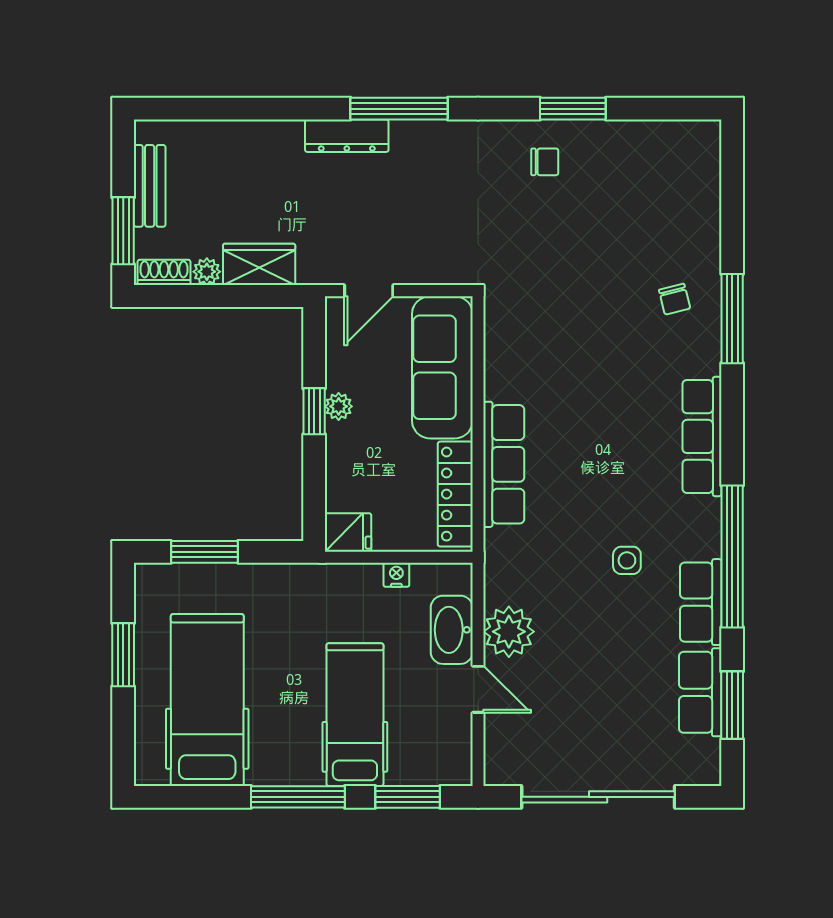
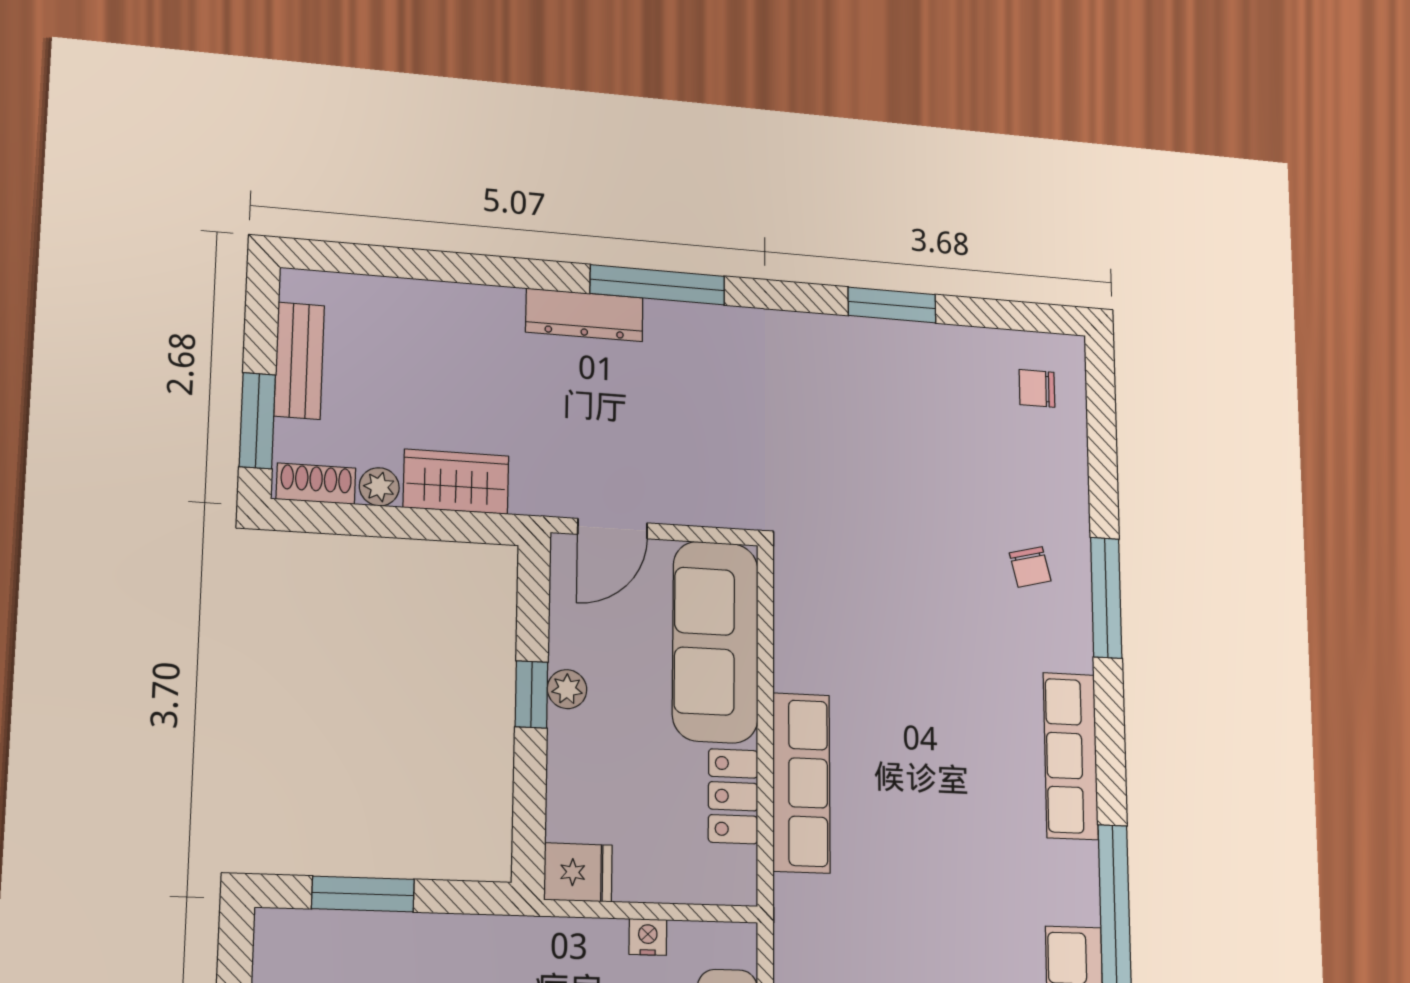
chair: (545, 162) -> (1037, 388), moved, turned 180
locker: (455, 494) -> (733, 796), width x0.66
side table: (627, 560) -> (973, 926), removed

